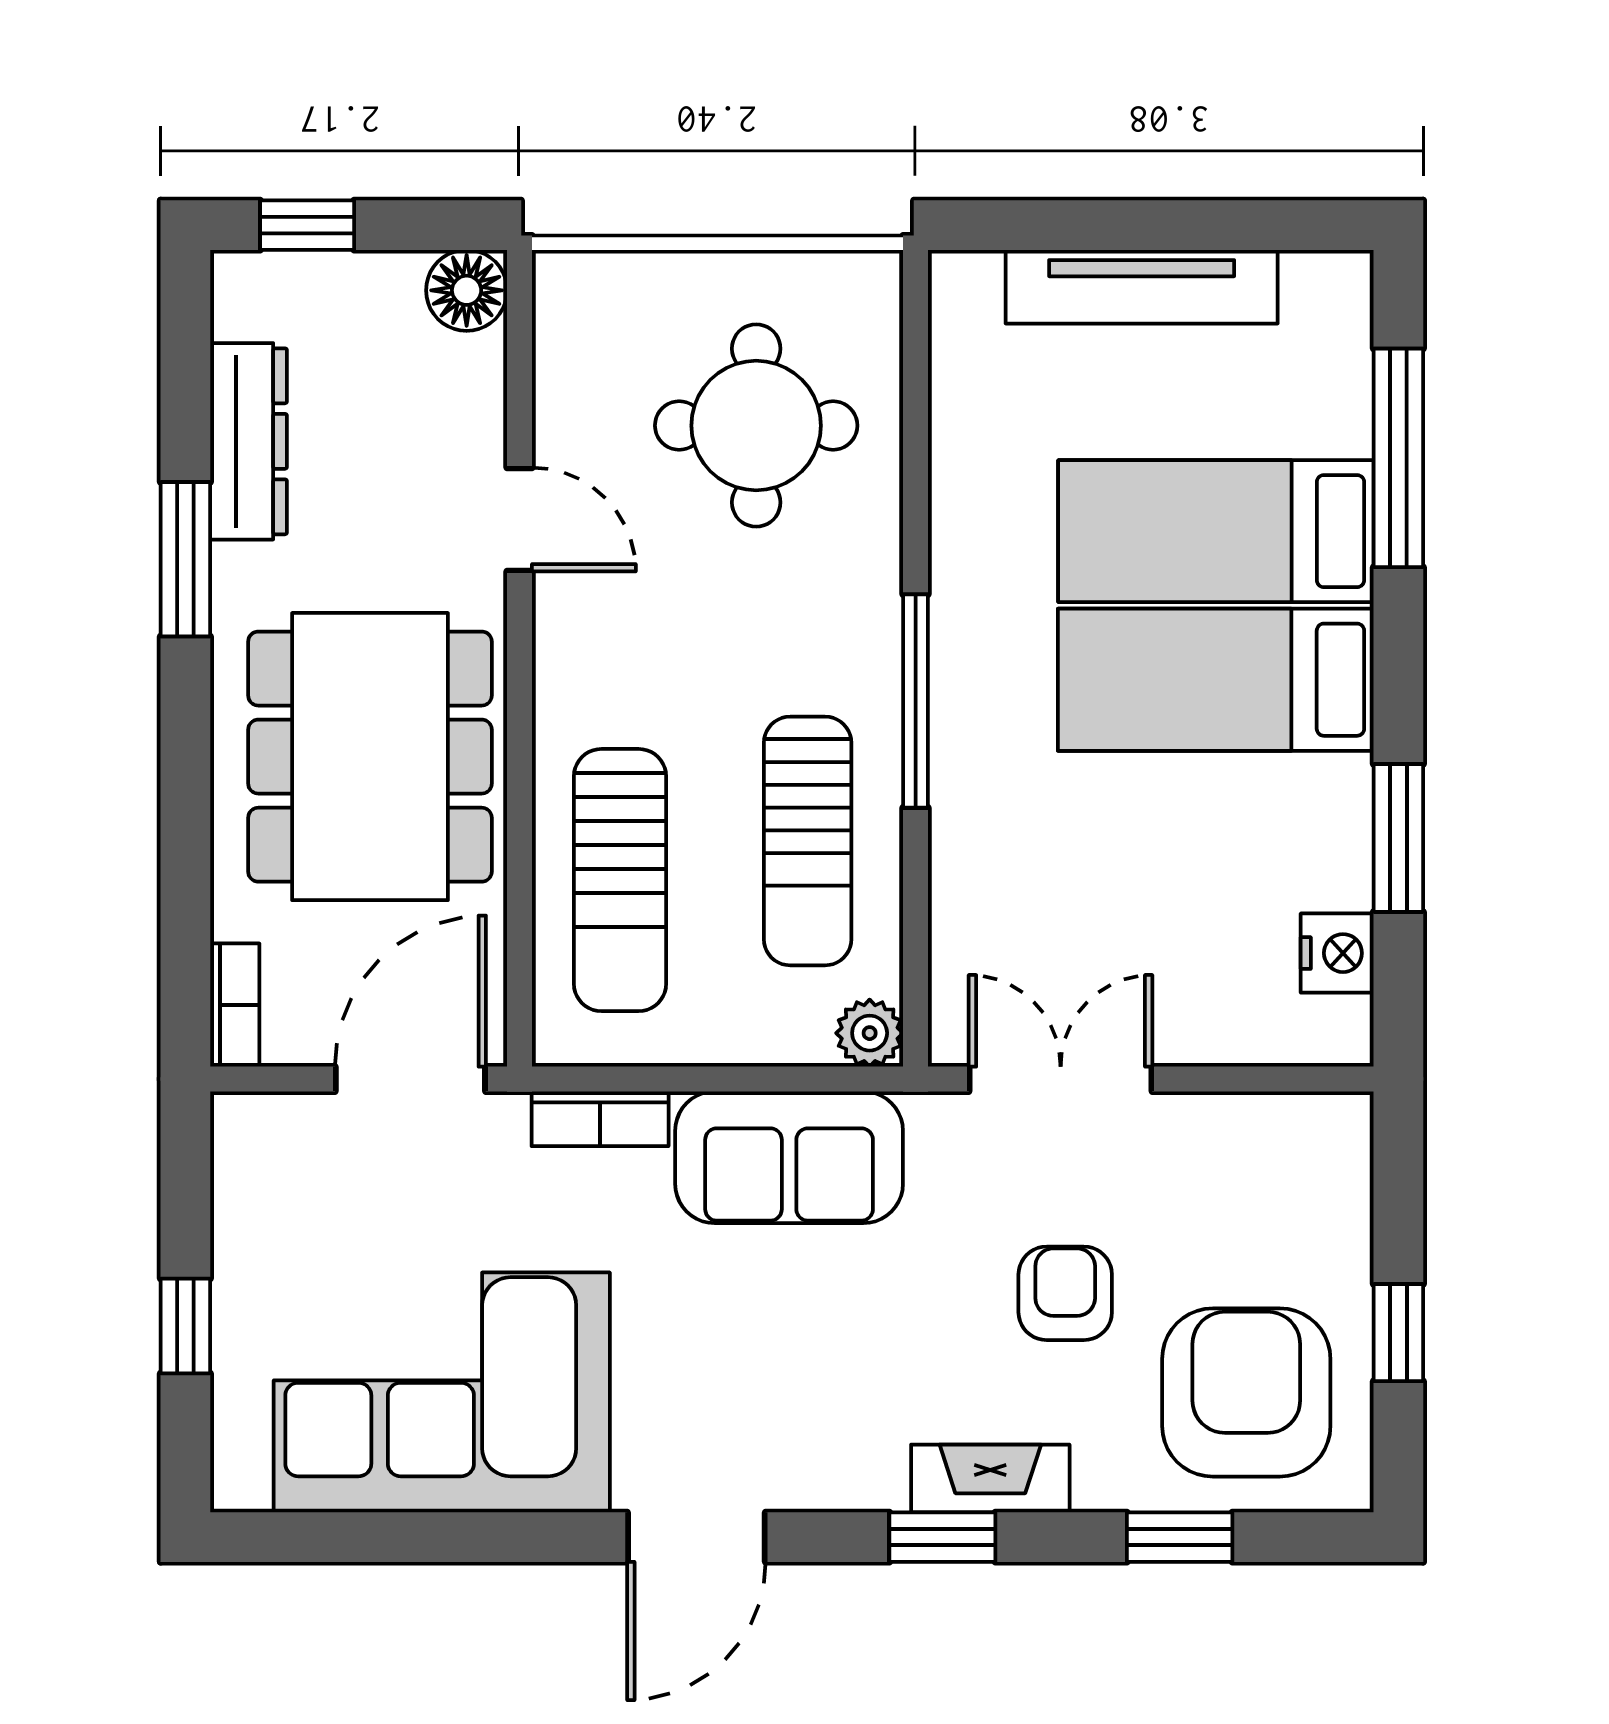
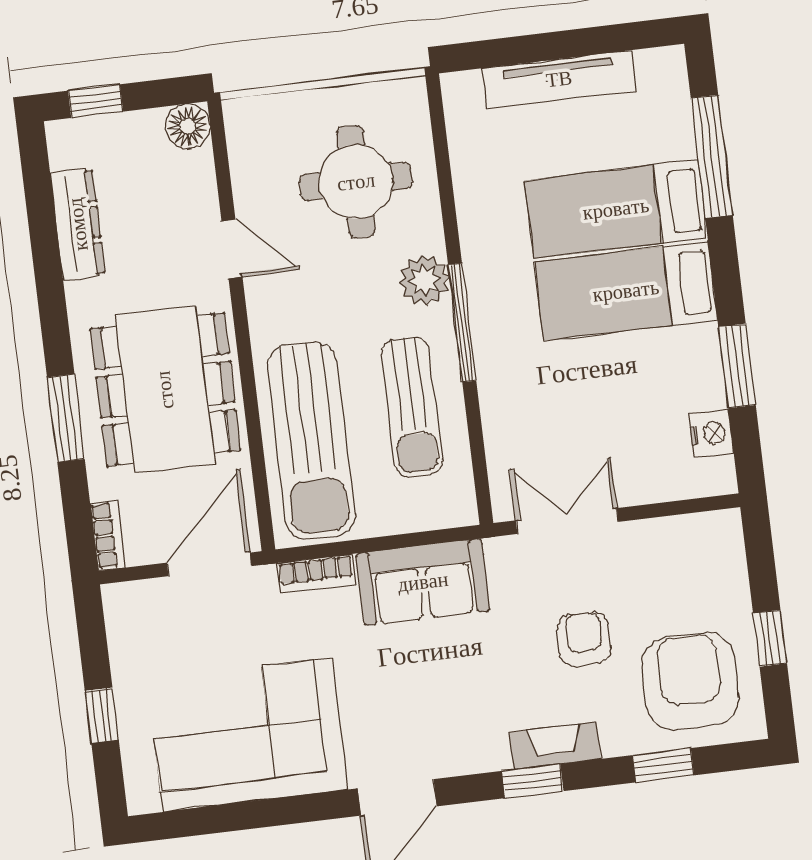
window: (185, 559) -> (66, 418), moved
sun lounger: (620, 880) -> (311, 441), width x1.36, depth x1.34
plant: (870, 1033) -> (424, 280), moved, width x1.38, depth x1.38

